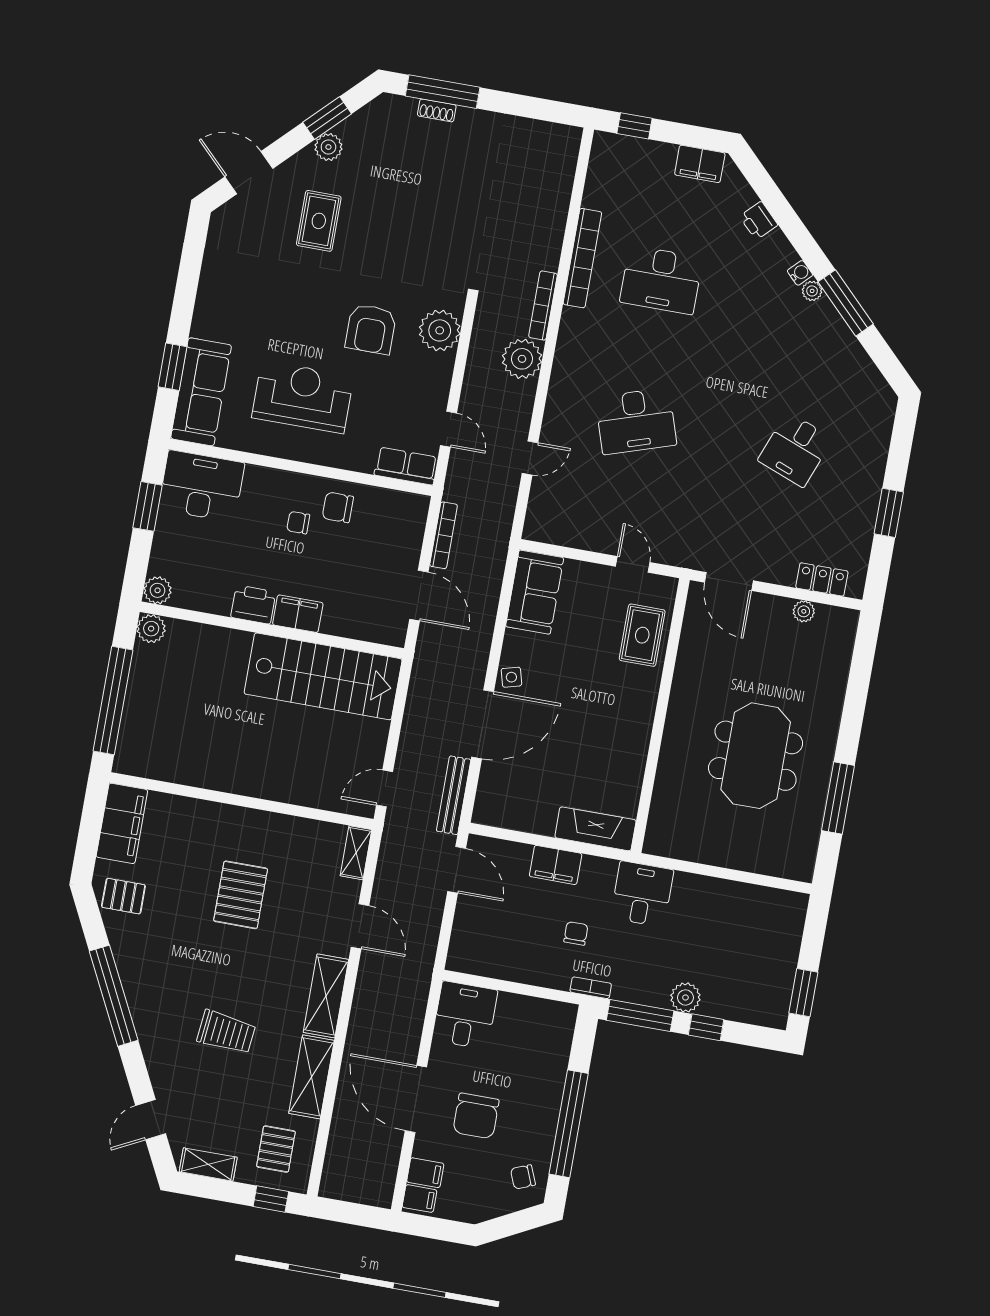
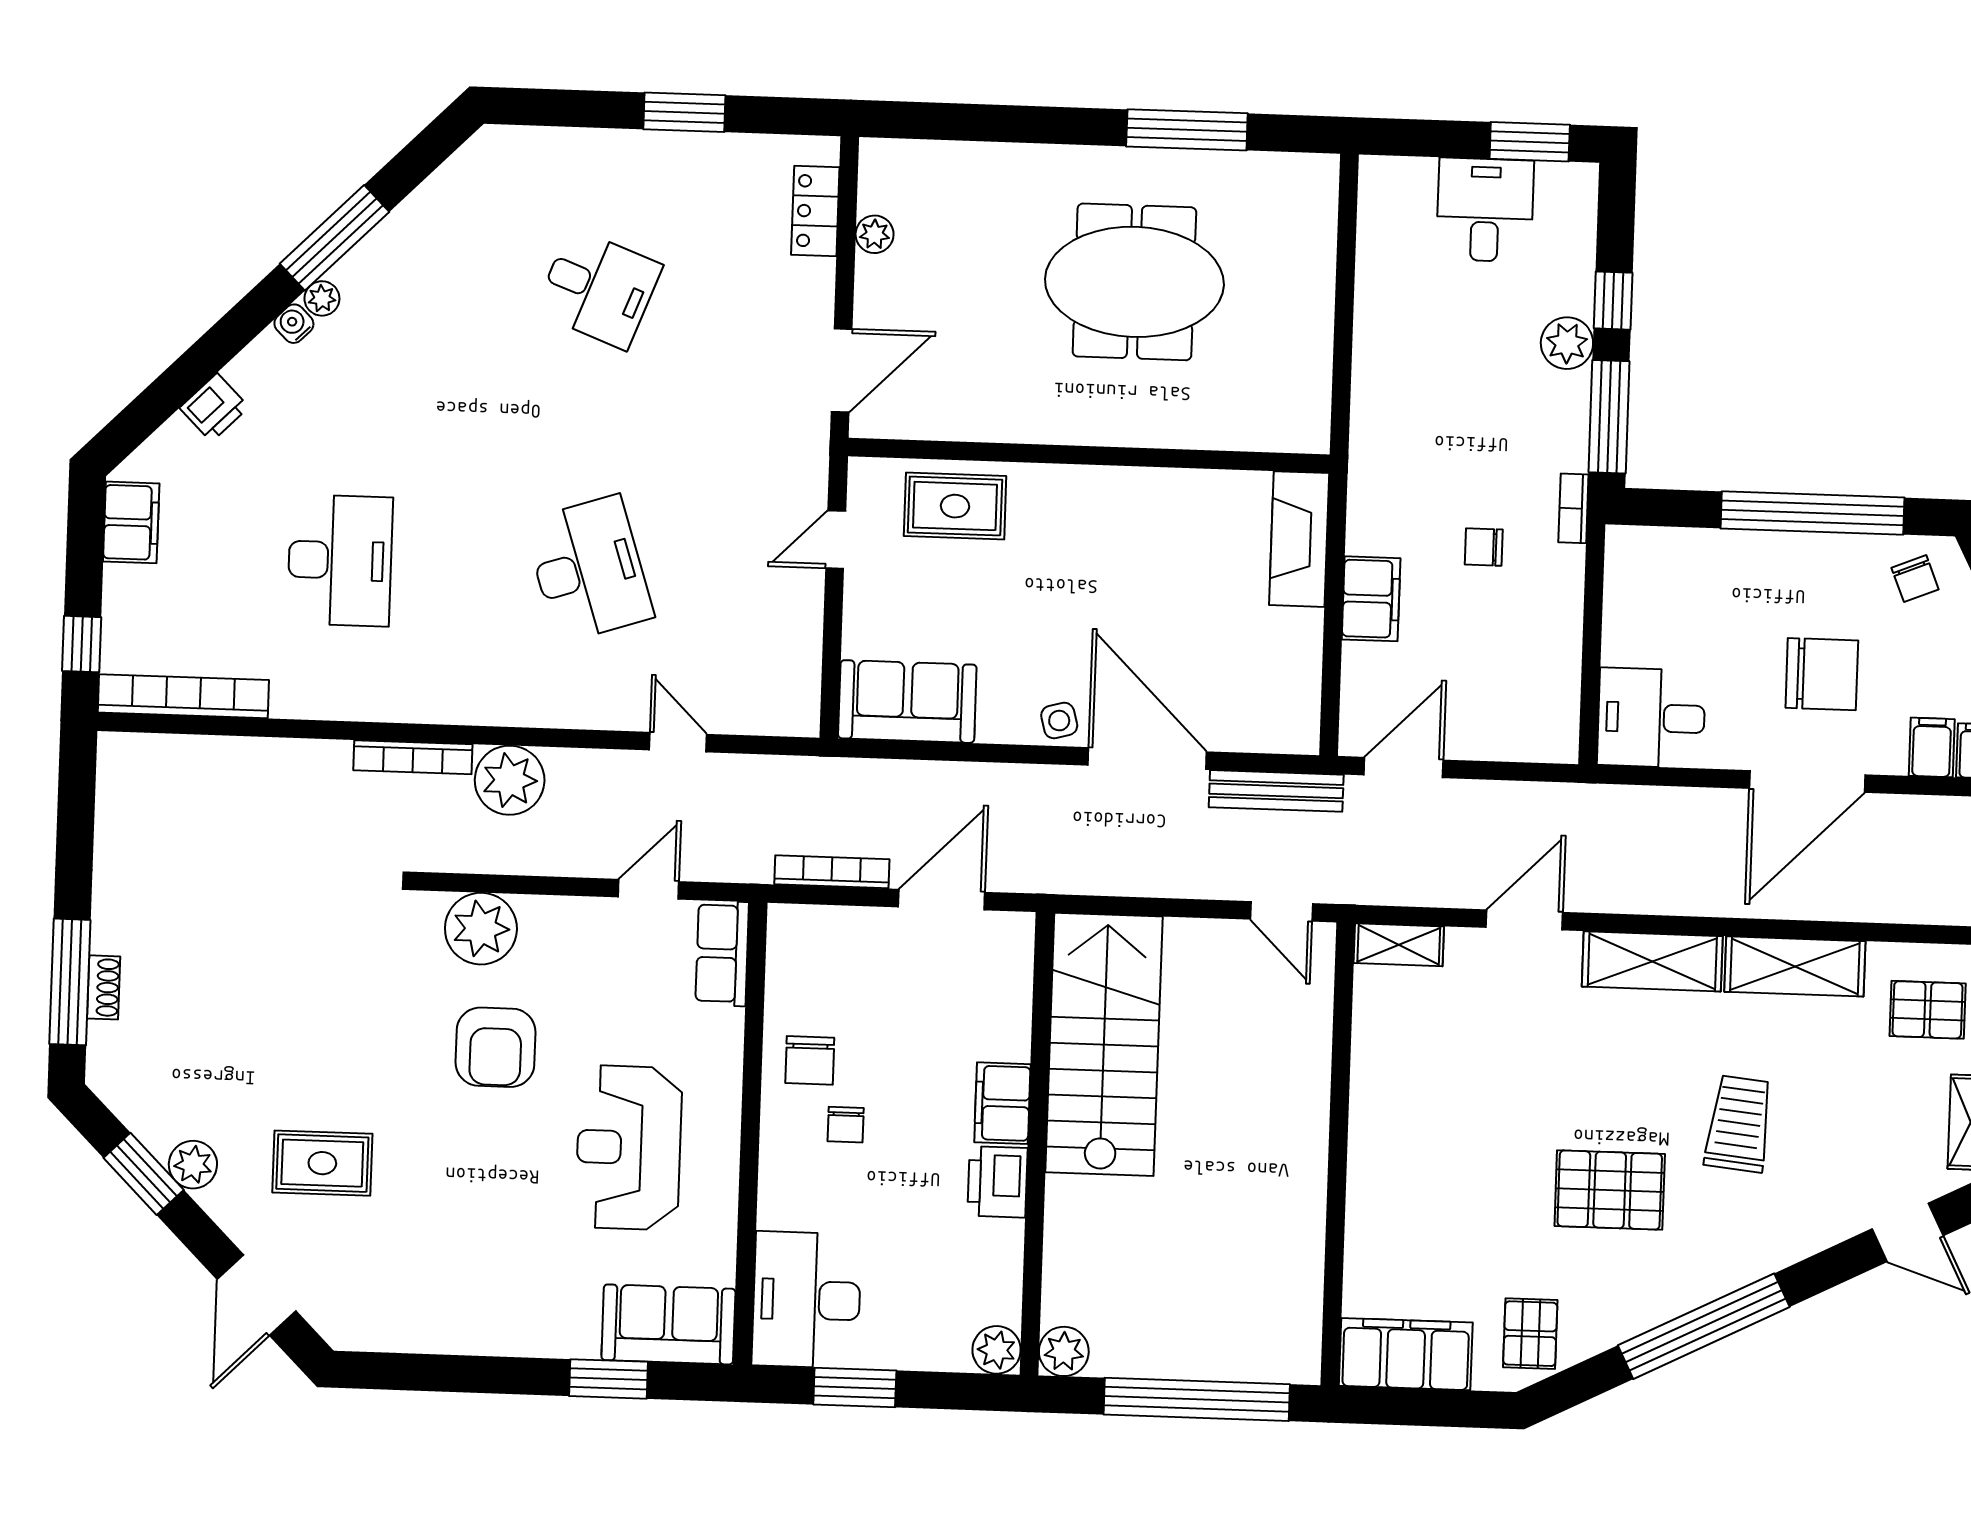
bookcase: (582, 258) -> (183, 696), moved
armchair: (371, 329) -> (496, 1047), turned 90
sofa: (201, 392) -> (668, 1324), width x0.73
desk: (642, 894) -> (1485, 210), moved, turned 90
pallet: (241, 895) -> (1610, 1190), moved

